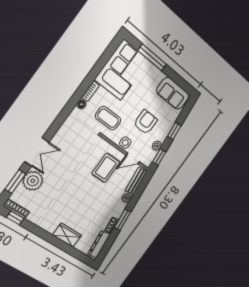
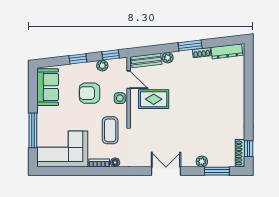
double door: (37, 152) -> (166, 171), moved
plant: (33, 181) -> (202, 161), width x0.53, depth x0.53
wardrobe: (67, 235) -> (236, 89), removed

